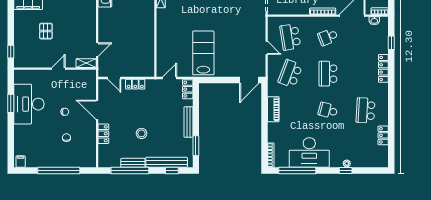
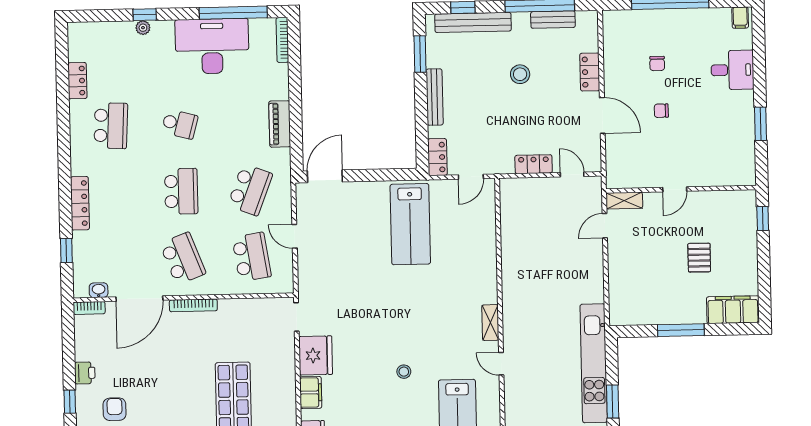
school desk: (328, 37) -> (183, 258), width x1.85
desk: (29, 104) -> (732, 70), moved, width x0.53, depth x0.77
bench: (133, 163) -> (553, 20), moved

